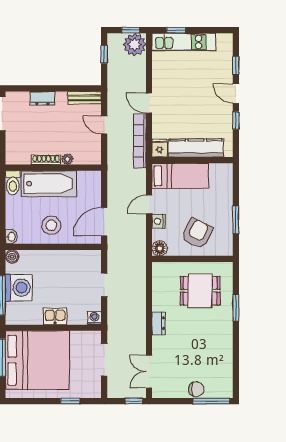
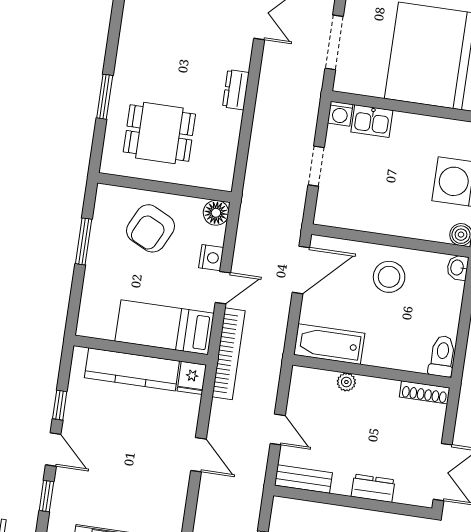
bookcase: (140, 141) -> (229, 354), moved
shoe rack: (46, 160) -> (425, 392), moved
bathtub: (49, 184) -> (329, 344), moved, width x0.73, depth x0.73
kitchen sink: (55, 316) -> (372, 121), moved

